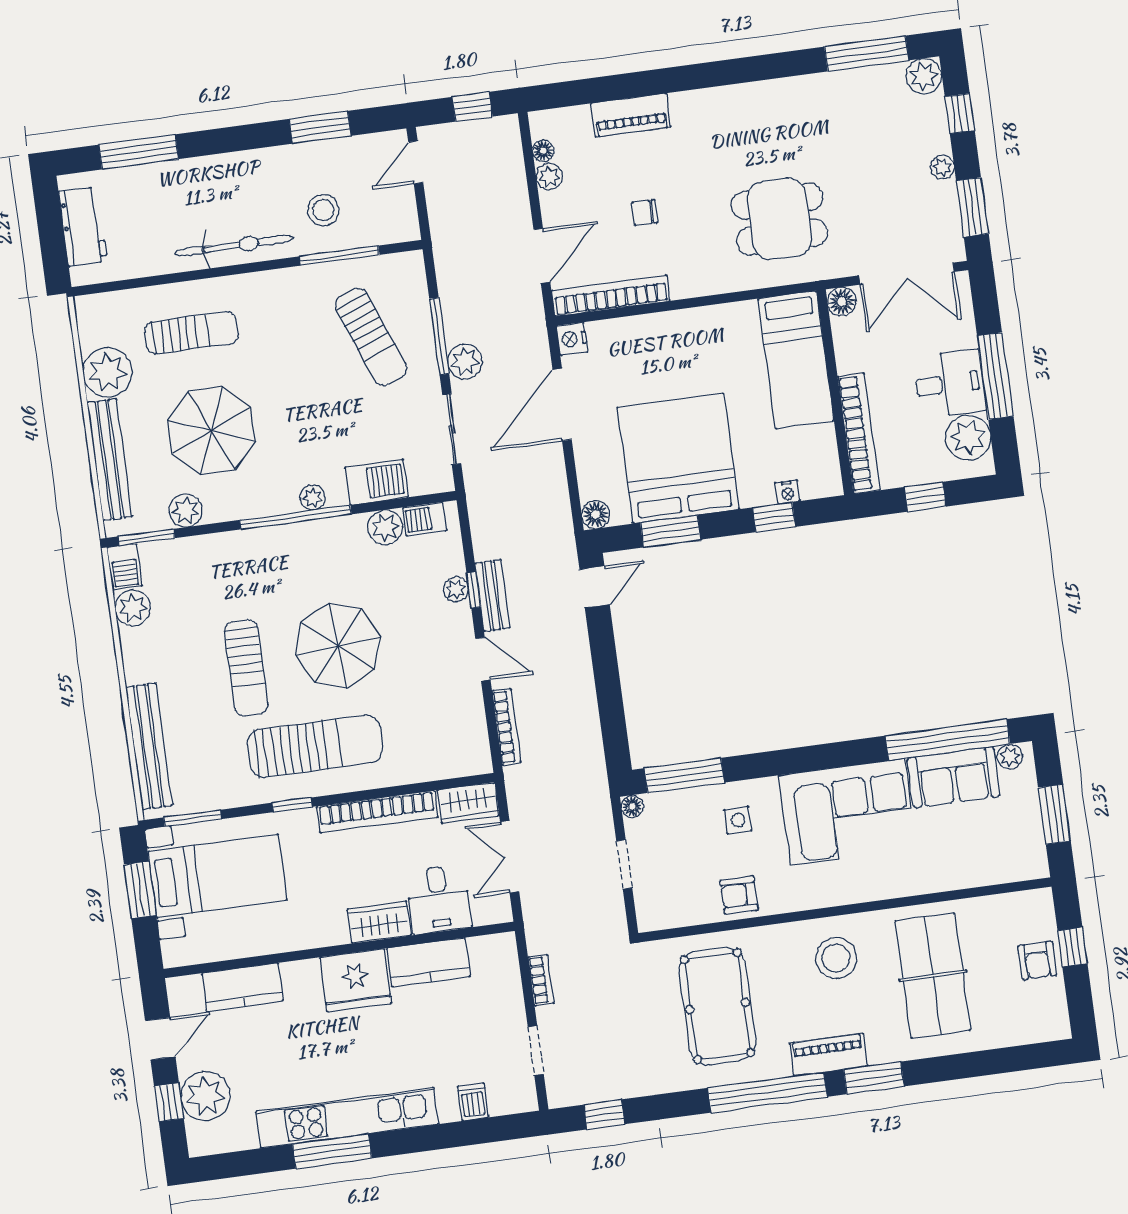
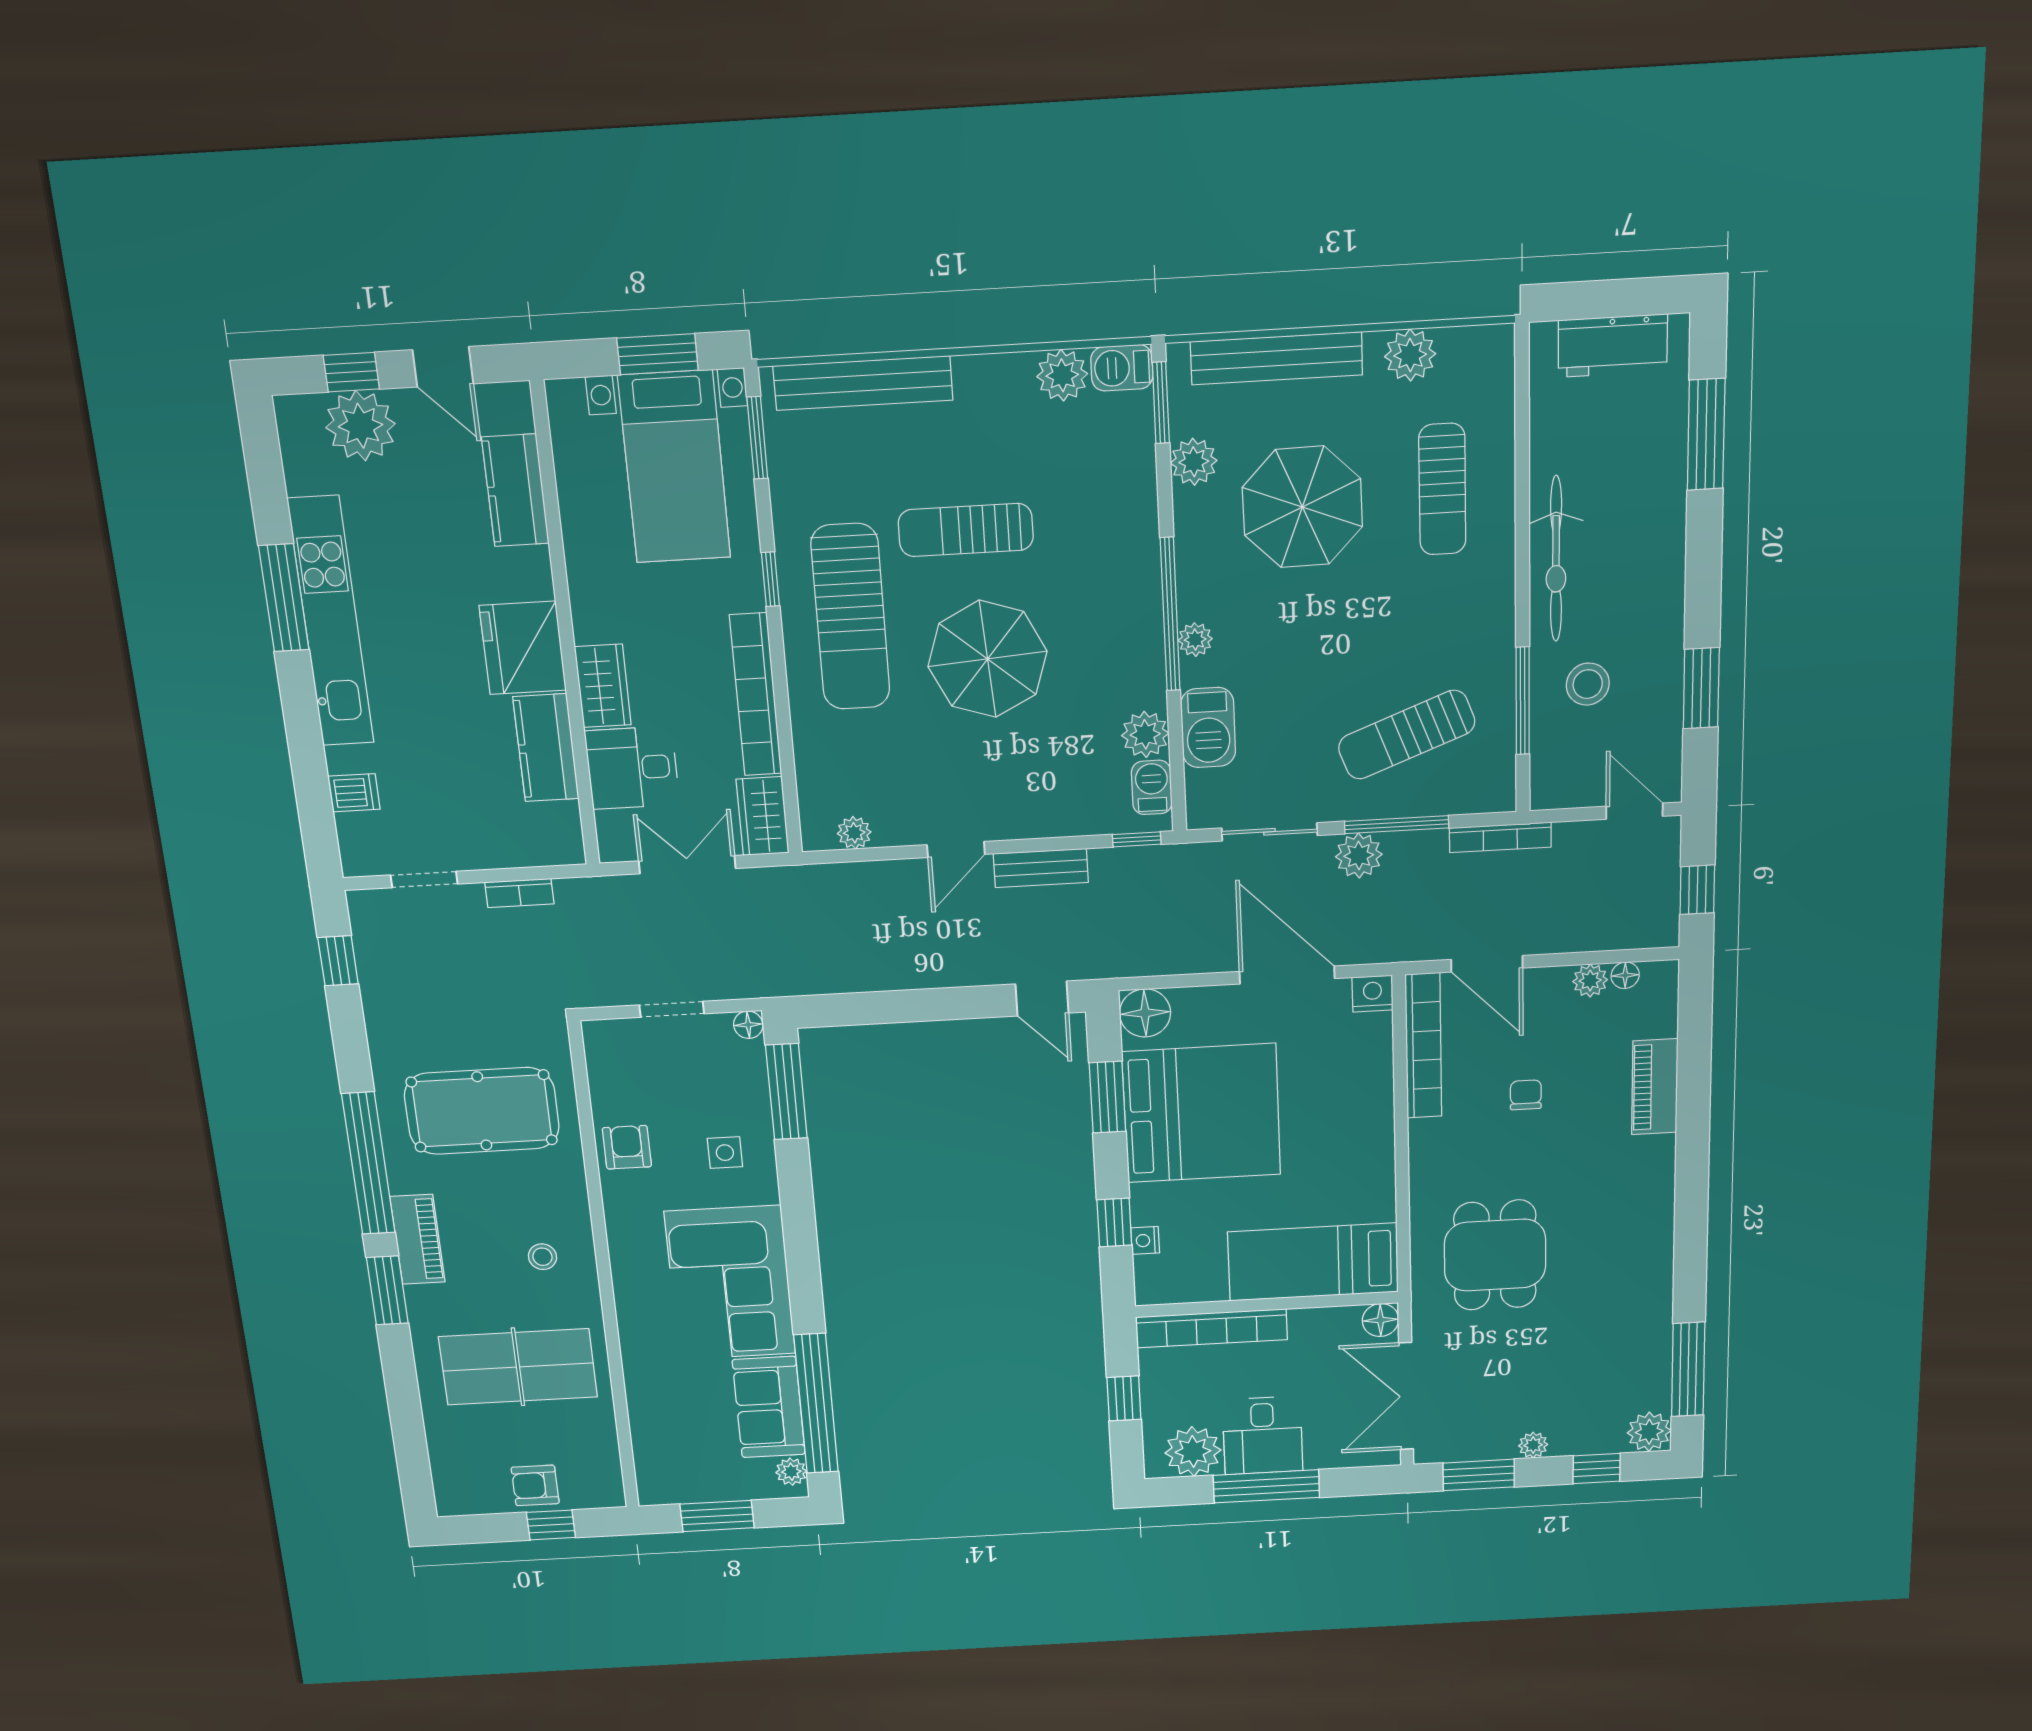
plant: (108, 372) -> (1410, 355), width x0.73, depth x0.73
floor lamp: (596, 514) -> (1145, 1013), width x1.38, depth x1.38
plant: (456, 589) -> (854, 833), moved
window: (474, 590) -> (1137, 839), moved
bookcase: (506, 727) -> (1500, 837), moved
stool: (836, 958) -> (542, 1257), width x0.53, depth x0.53

